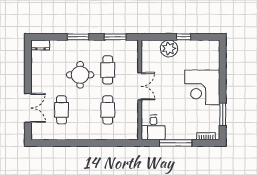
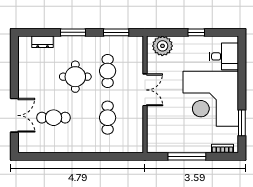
dresser: (40, 45) -> (43, 42), moved
plant: (169, 48) -> (162, 46), moved
corner desk: (202, 87) -> (211, 99), width x1.36, depth x1.36
cafe table: (61, 110) -> (54, 118), turned 90
desk: (153, 128) -> (224, 56), moved, turned -90

